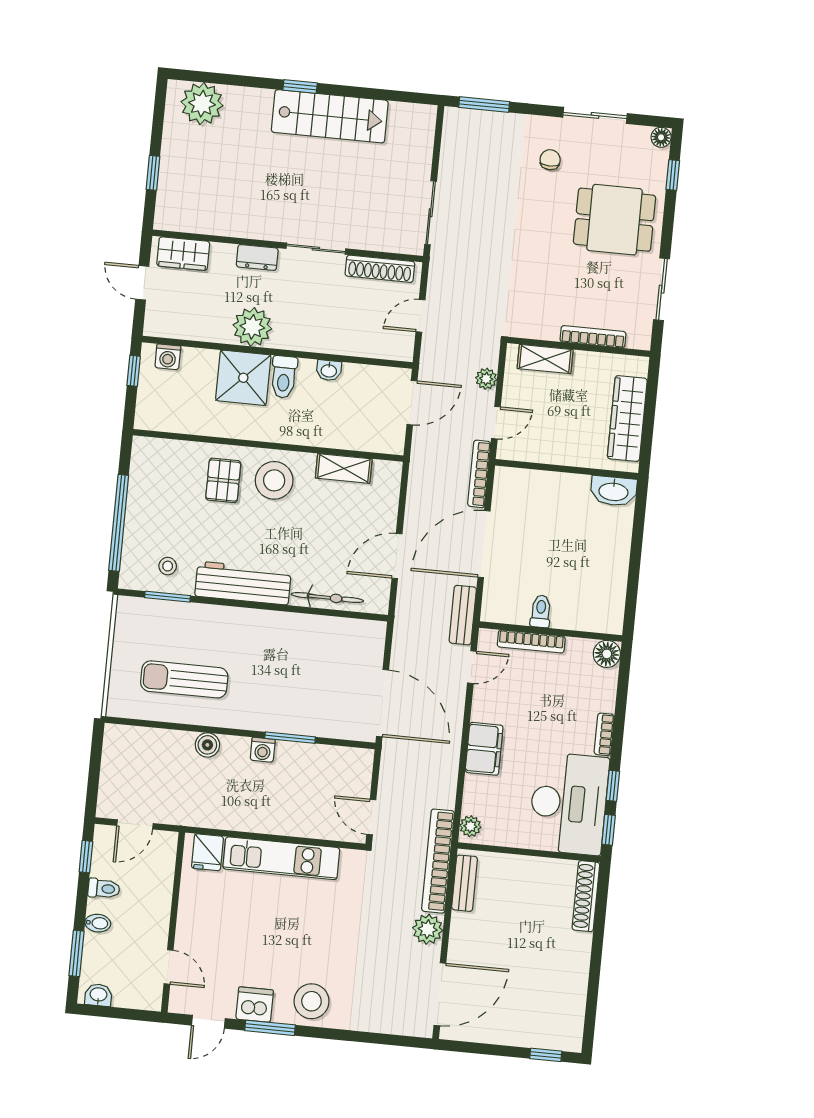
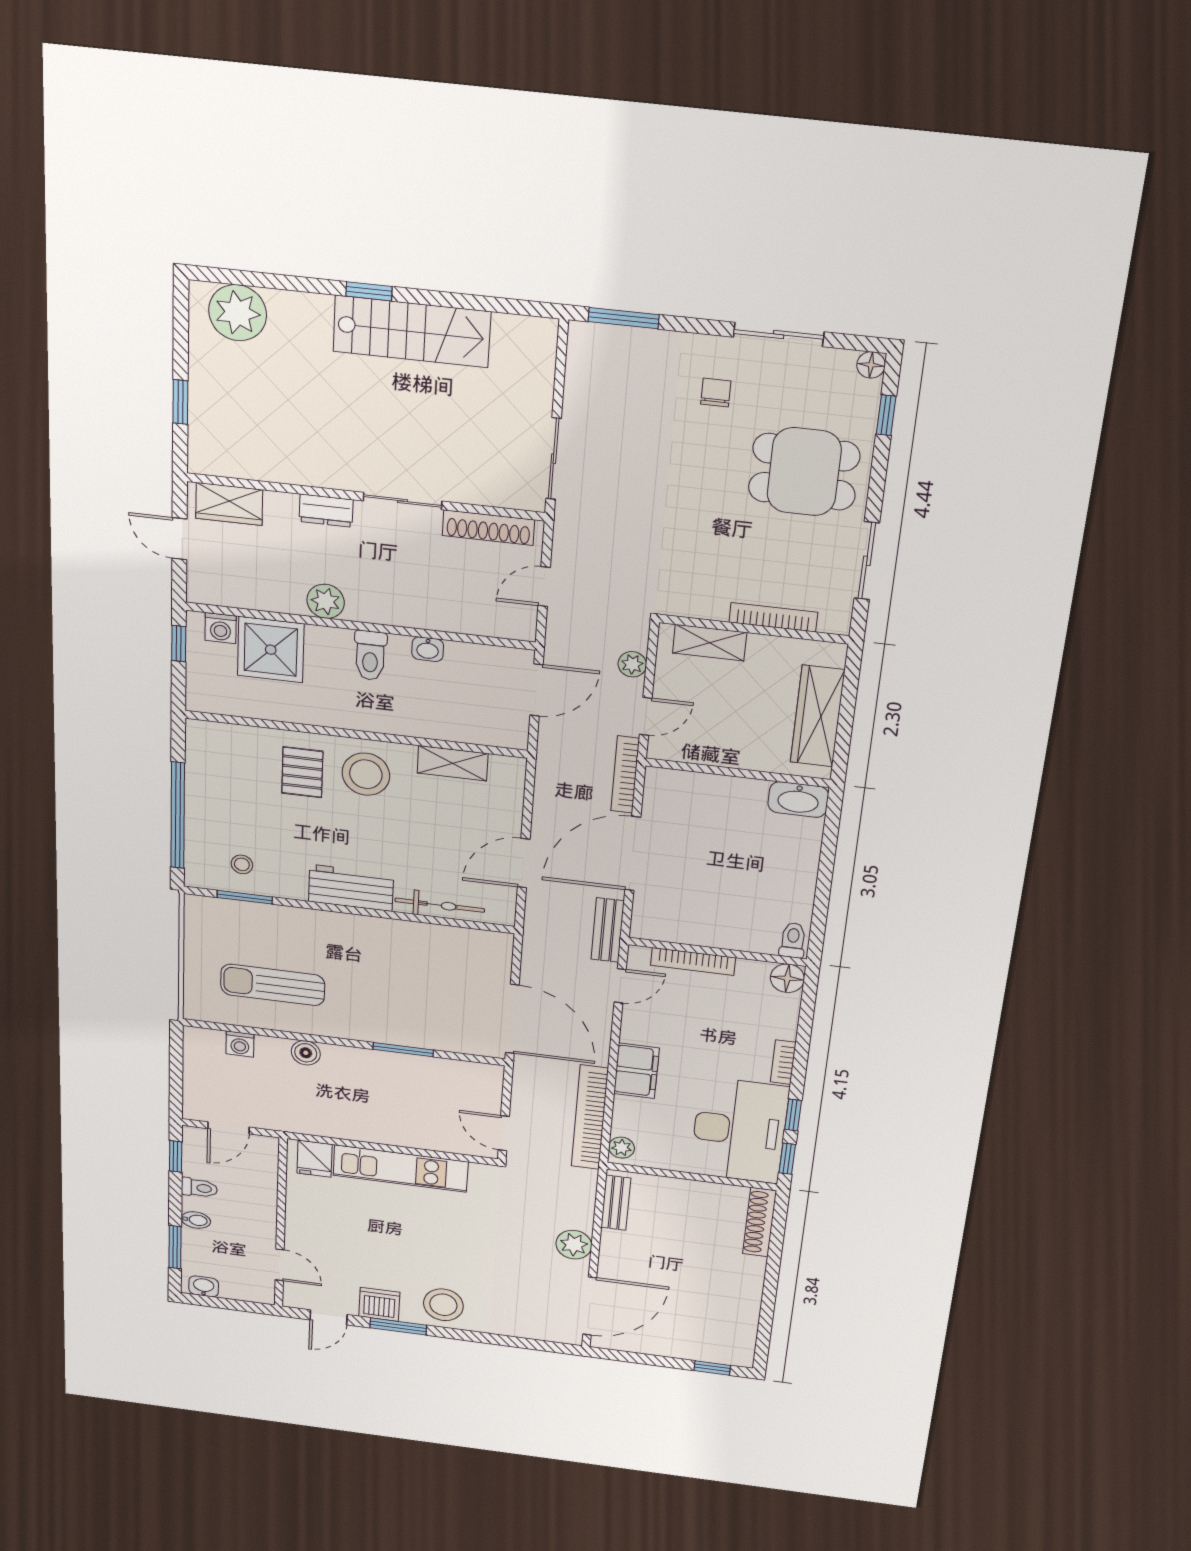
plant: (252, 327) -> (326, 601), width x0.73, depth x0.73
shower: (243, 378) -> (271, 650), moved
workbench: (243, 583) -> (351, 888), width x0.73
toilet: (541, 611) -> (793, 940), moved
washing machine: (263, 750) -> (240, 1044), moved
bookcase: (438, 861) -> (590, 1117), moved

